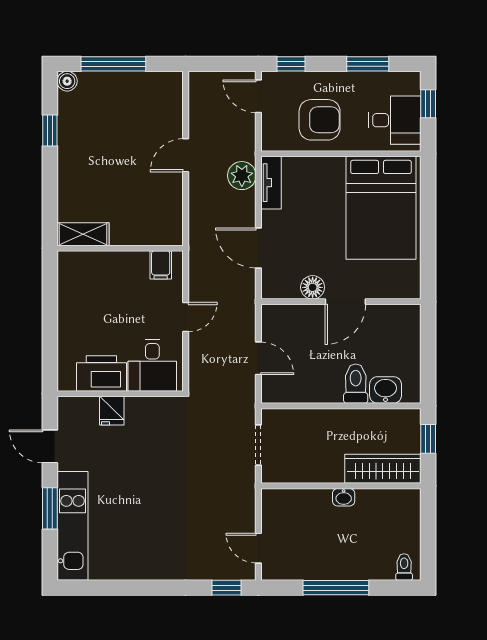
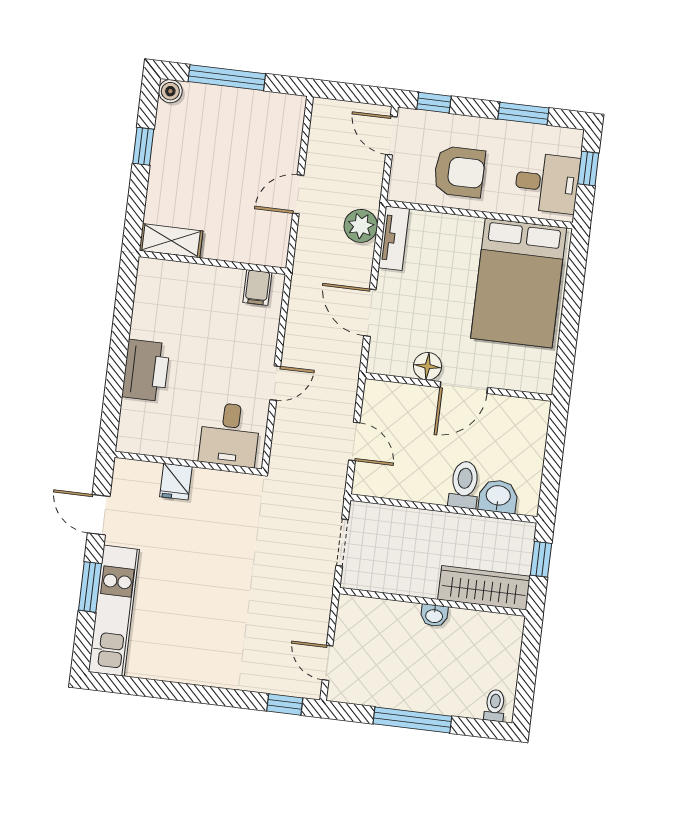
shelving: (83, 234) -> (171, 241), moved
wall: (120, 248) -> (212, 262), moved
filing cabinet: (161, 265) -> (257, 288), moved
printer: (101, 373) -> (146, 370), moved, turned 90

